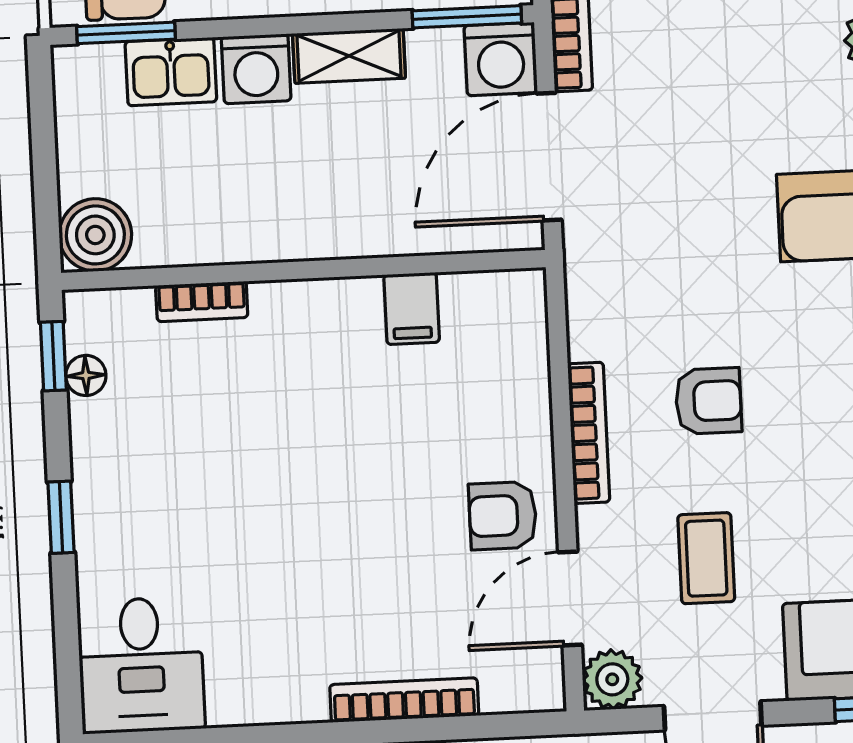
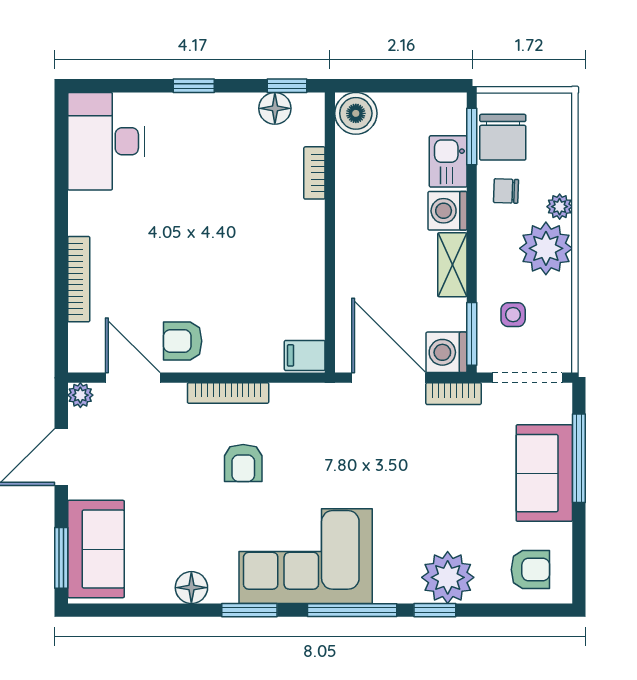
filing cabinet: (412, 308) -> (305, 355), moved
floor lamp: (86, 375) -> (275, 108), width x1.37, depth x1.37
armchair: (503, 516) -> (183, 341), turned -90
coffee table: (706, 558) -> (152, 457), removed
desk: (141, 665) -> (106, 141), width x1.37
plant: (612, 679) -> (80, 395), width x0.73, depth x0.73

